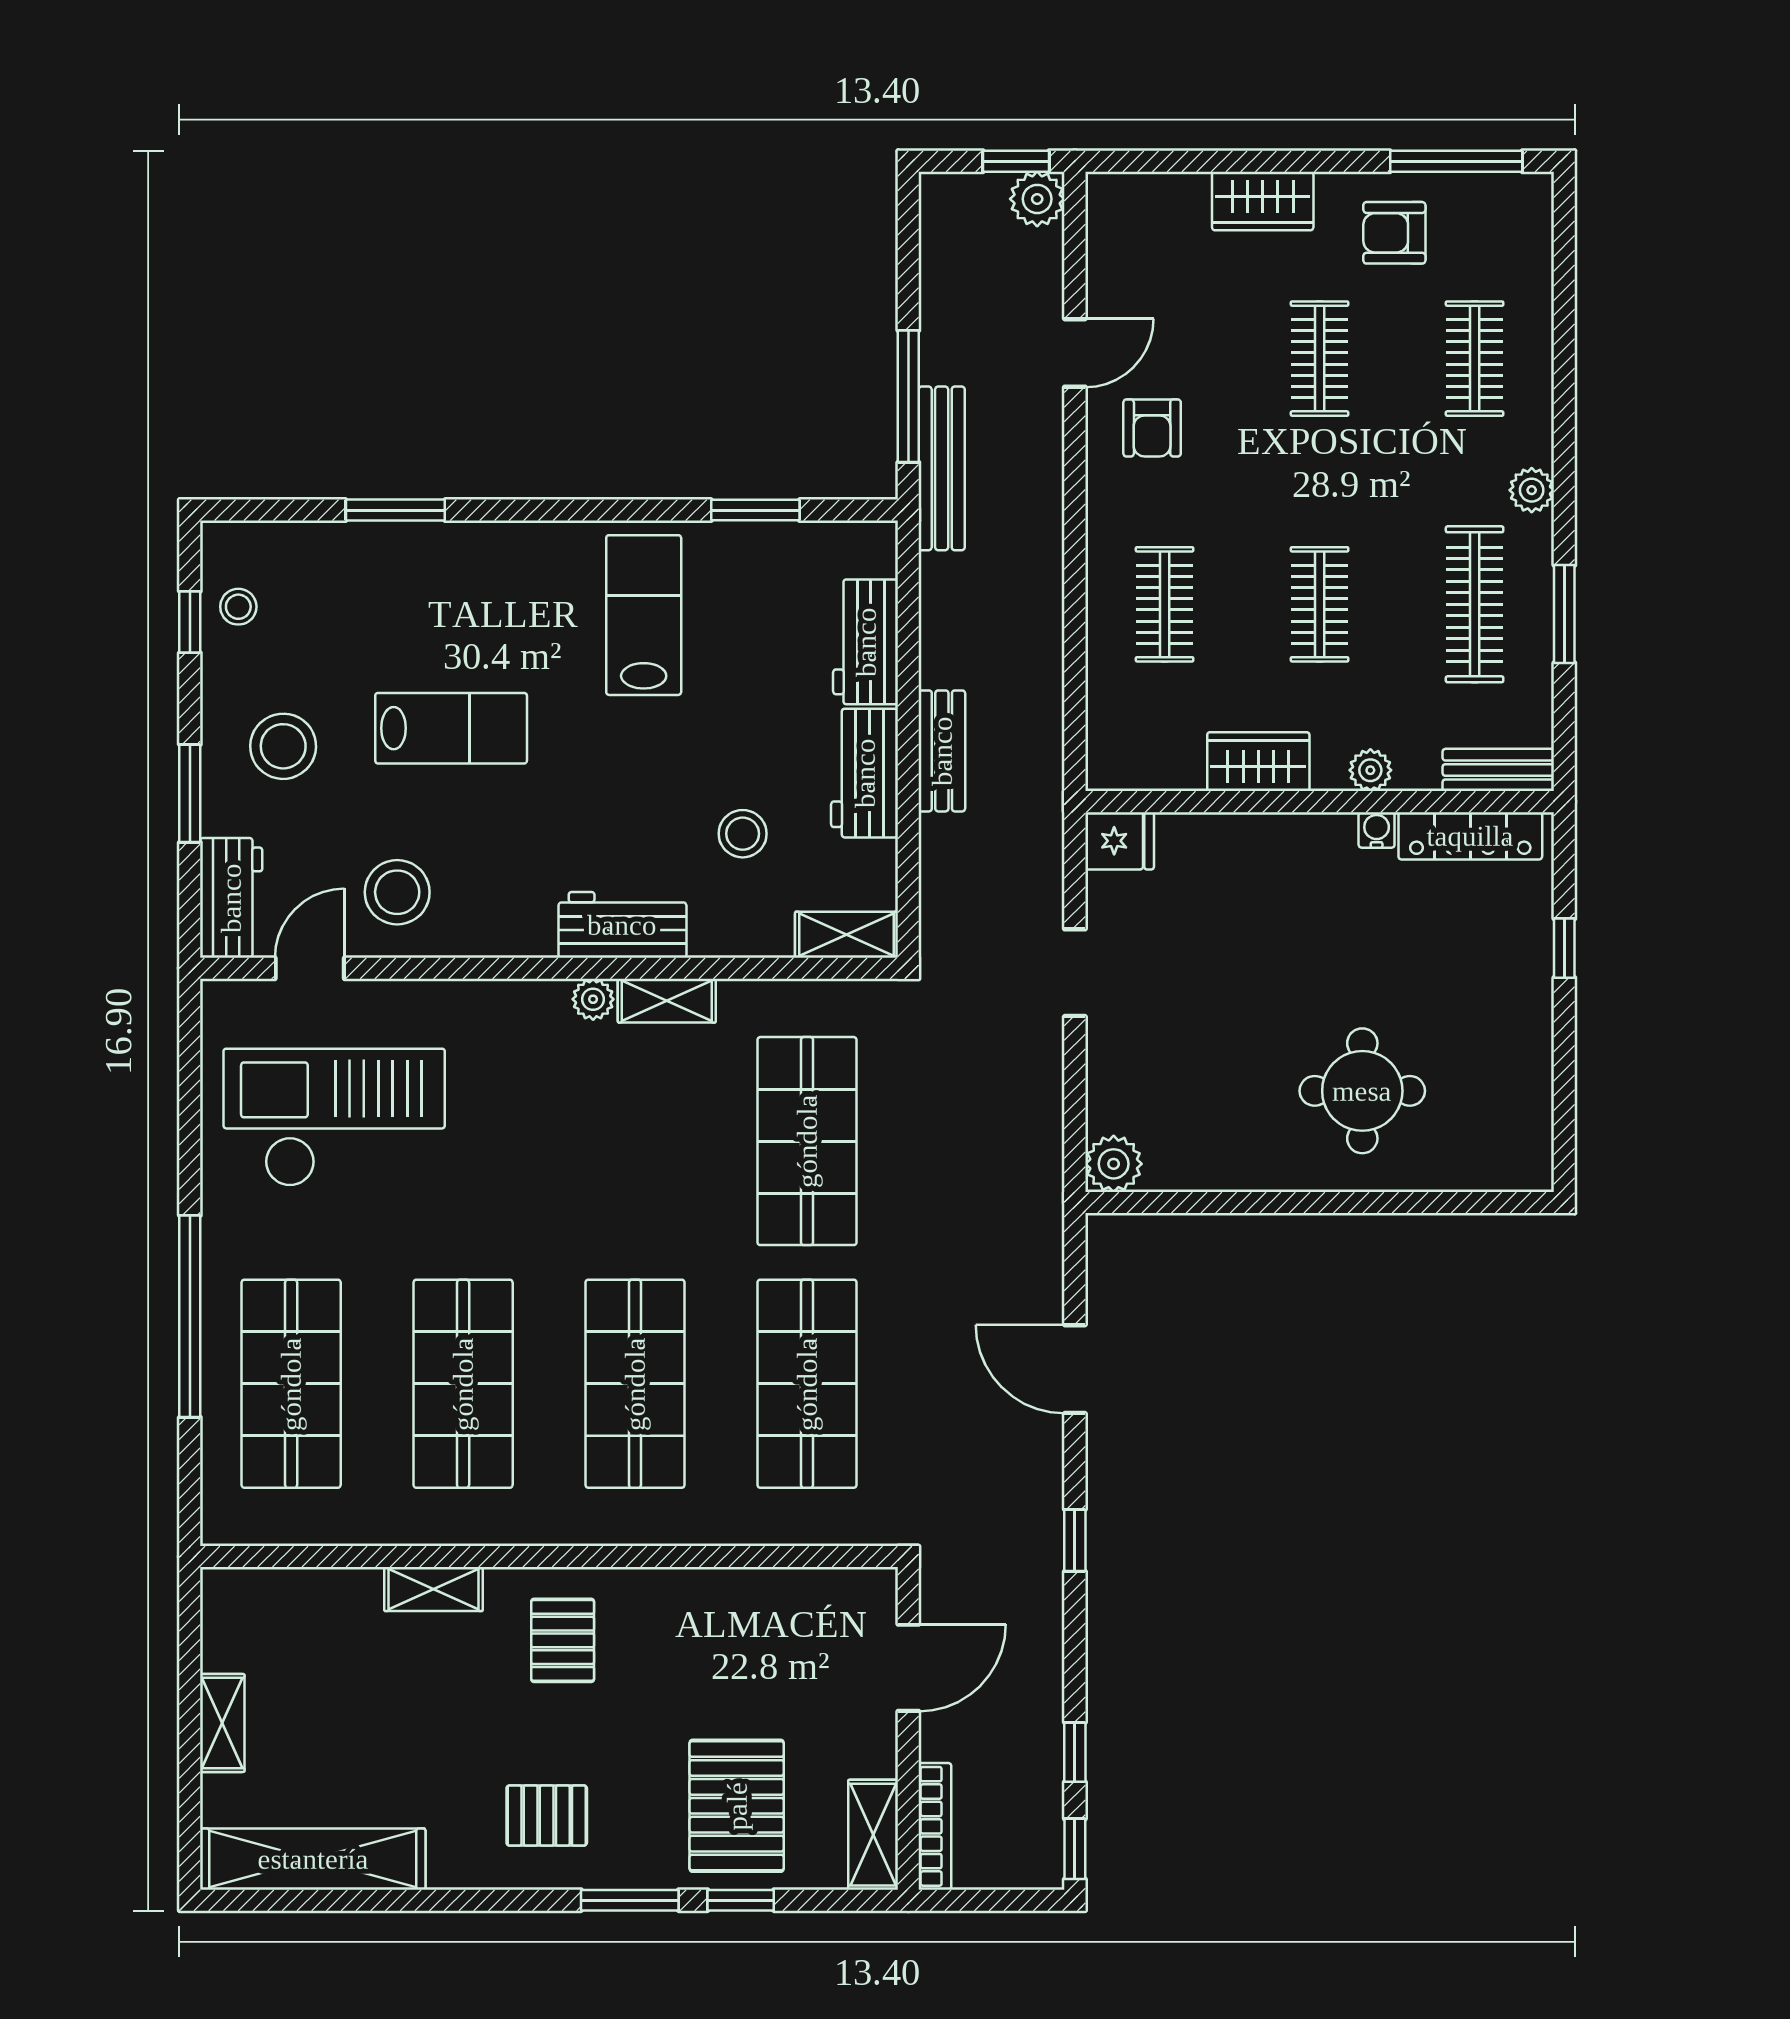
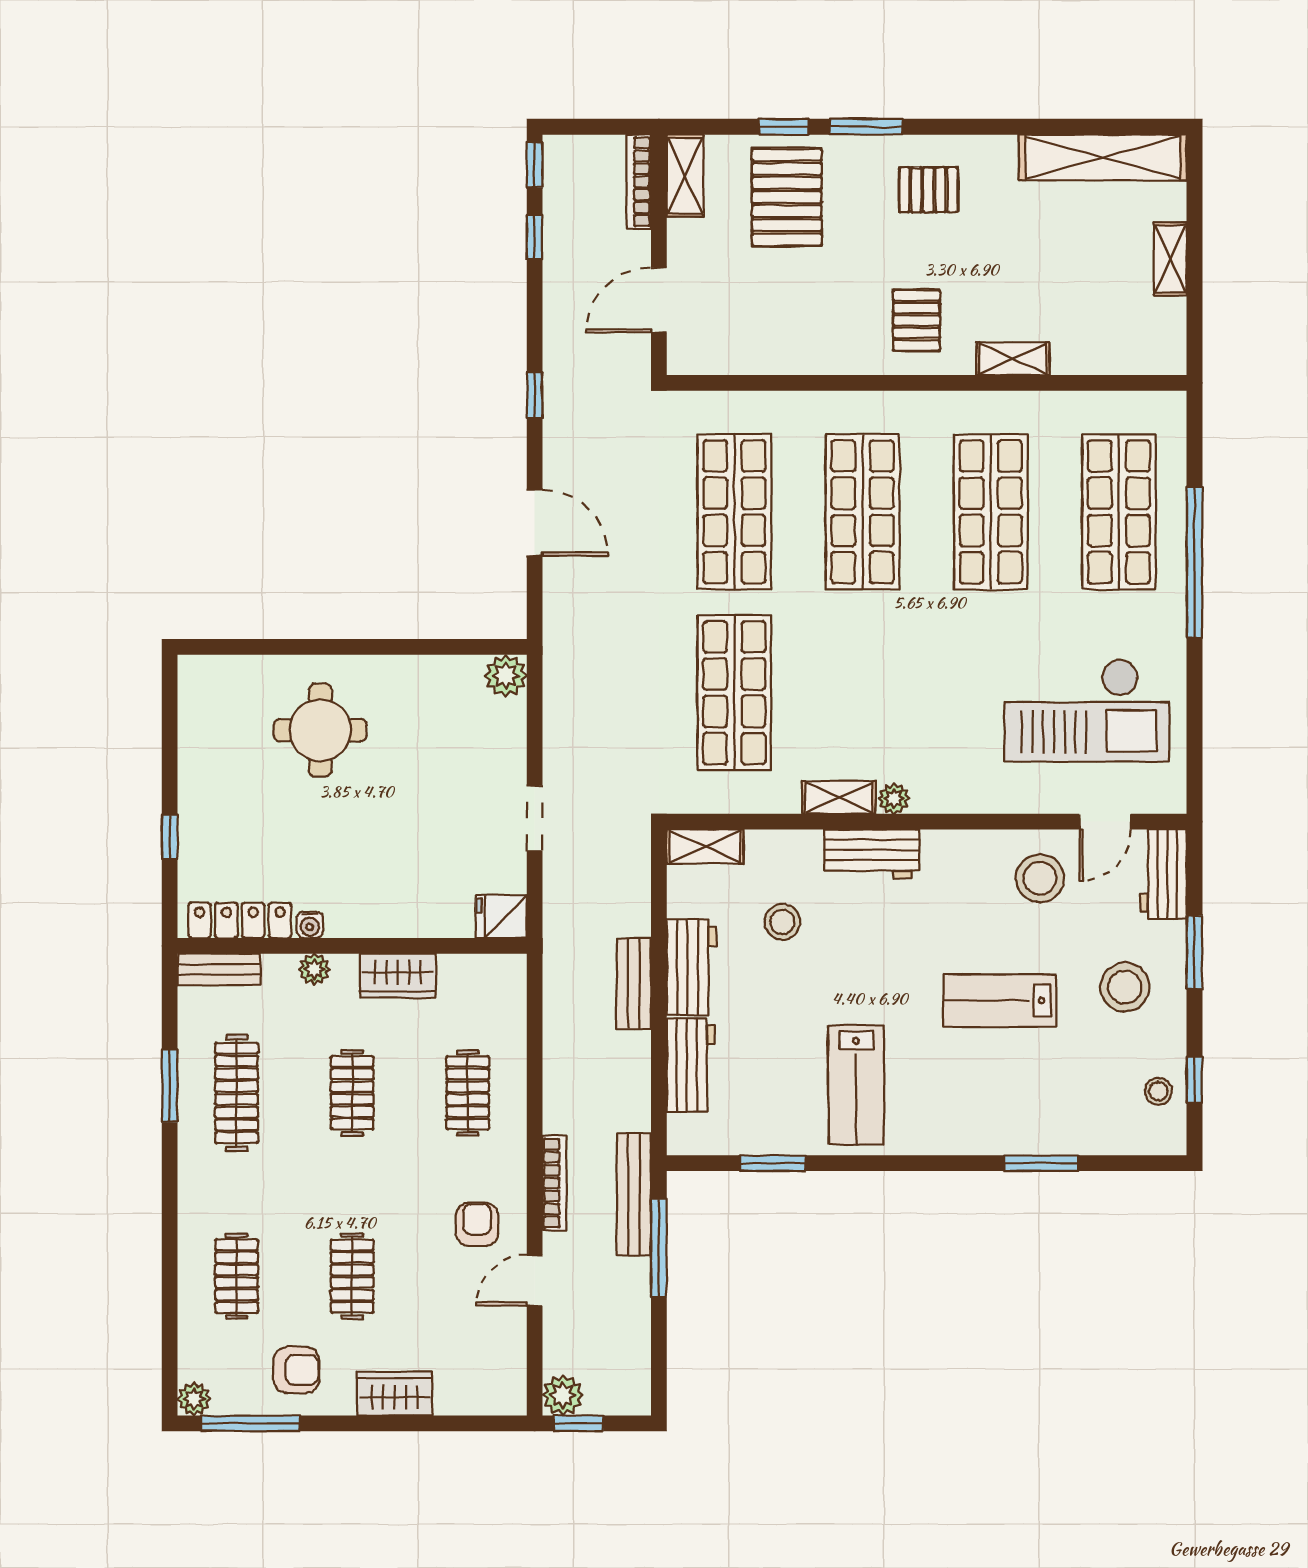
bookcase: (1048, 483) -> (554, 1183), added
plant: (1532, 490) -> (194, 1399), moved

